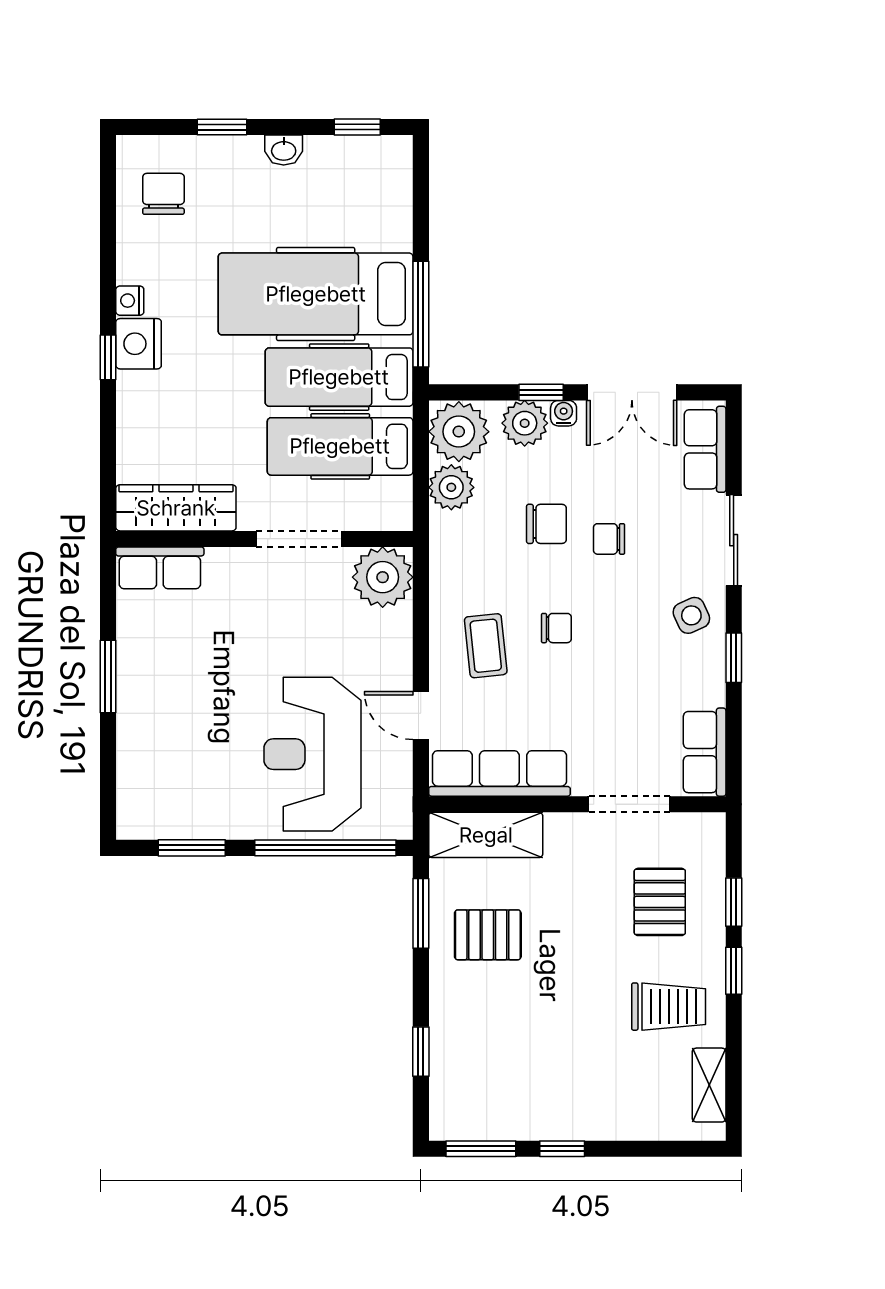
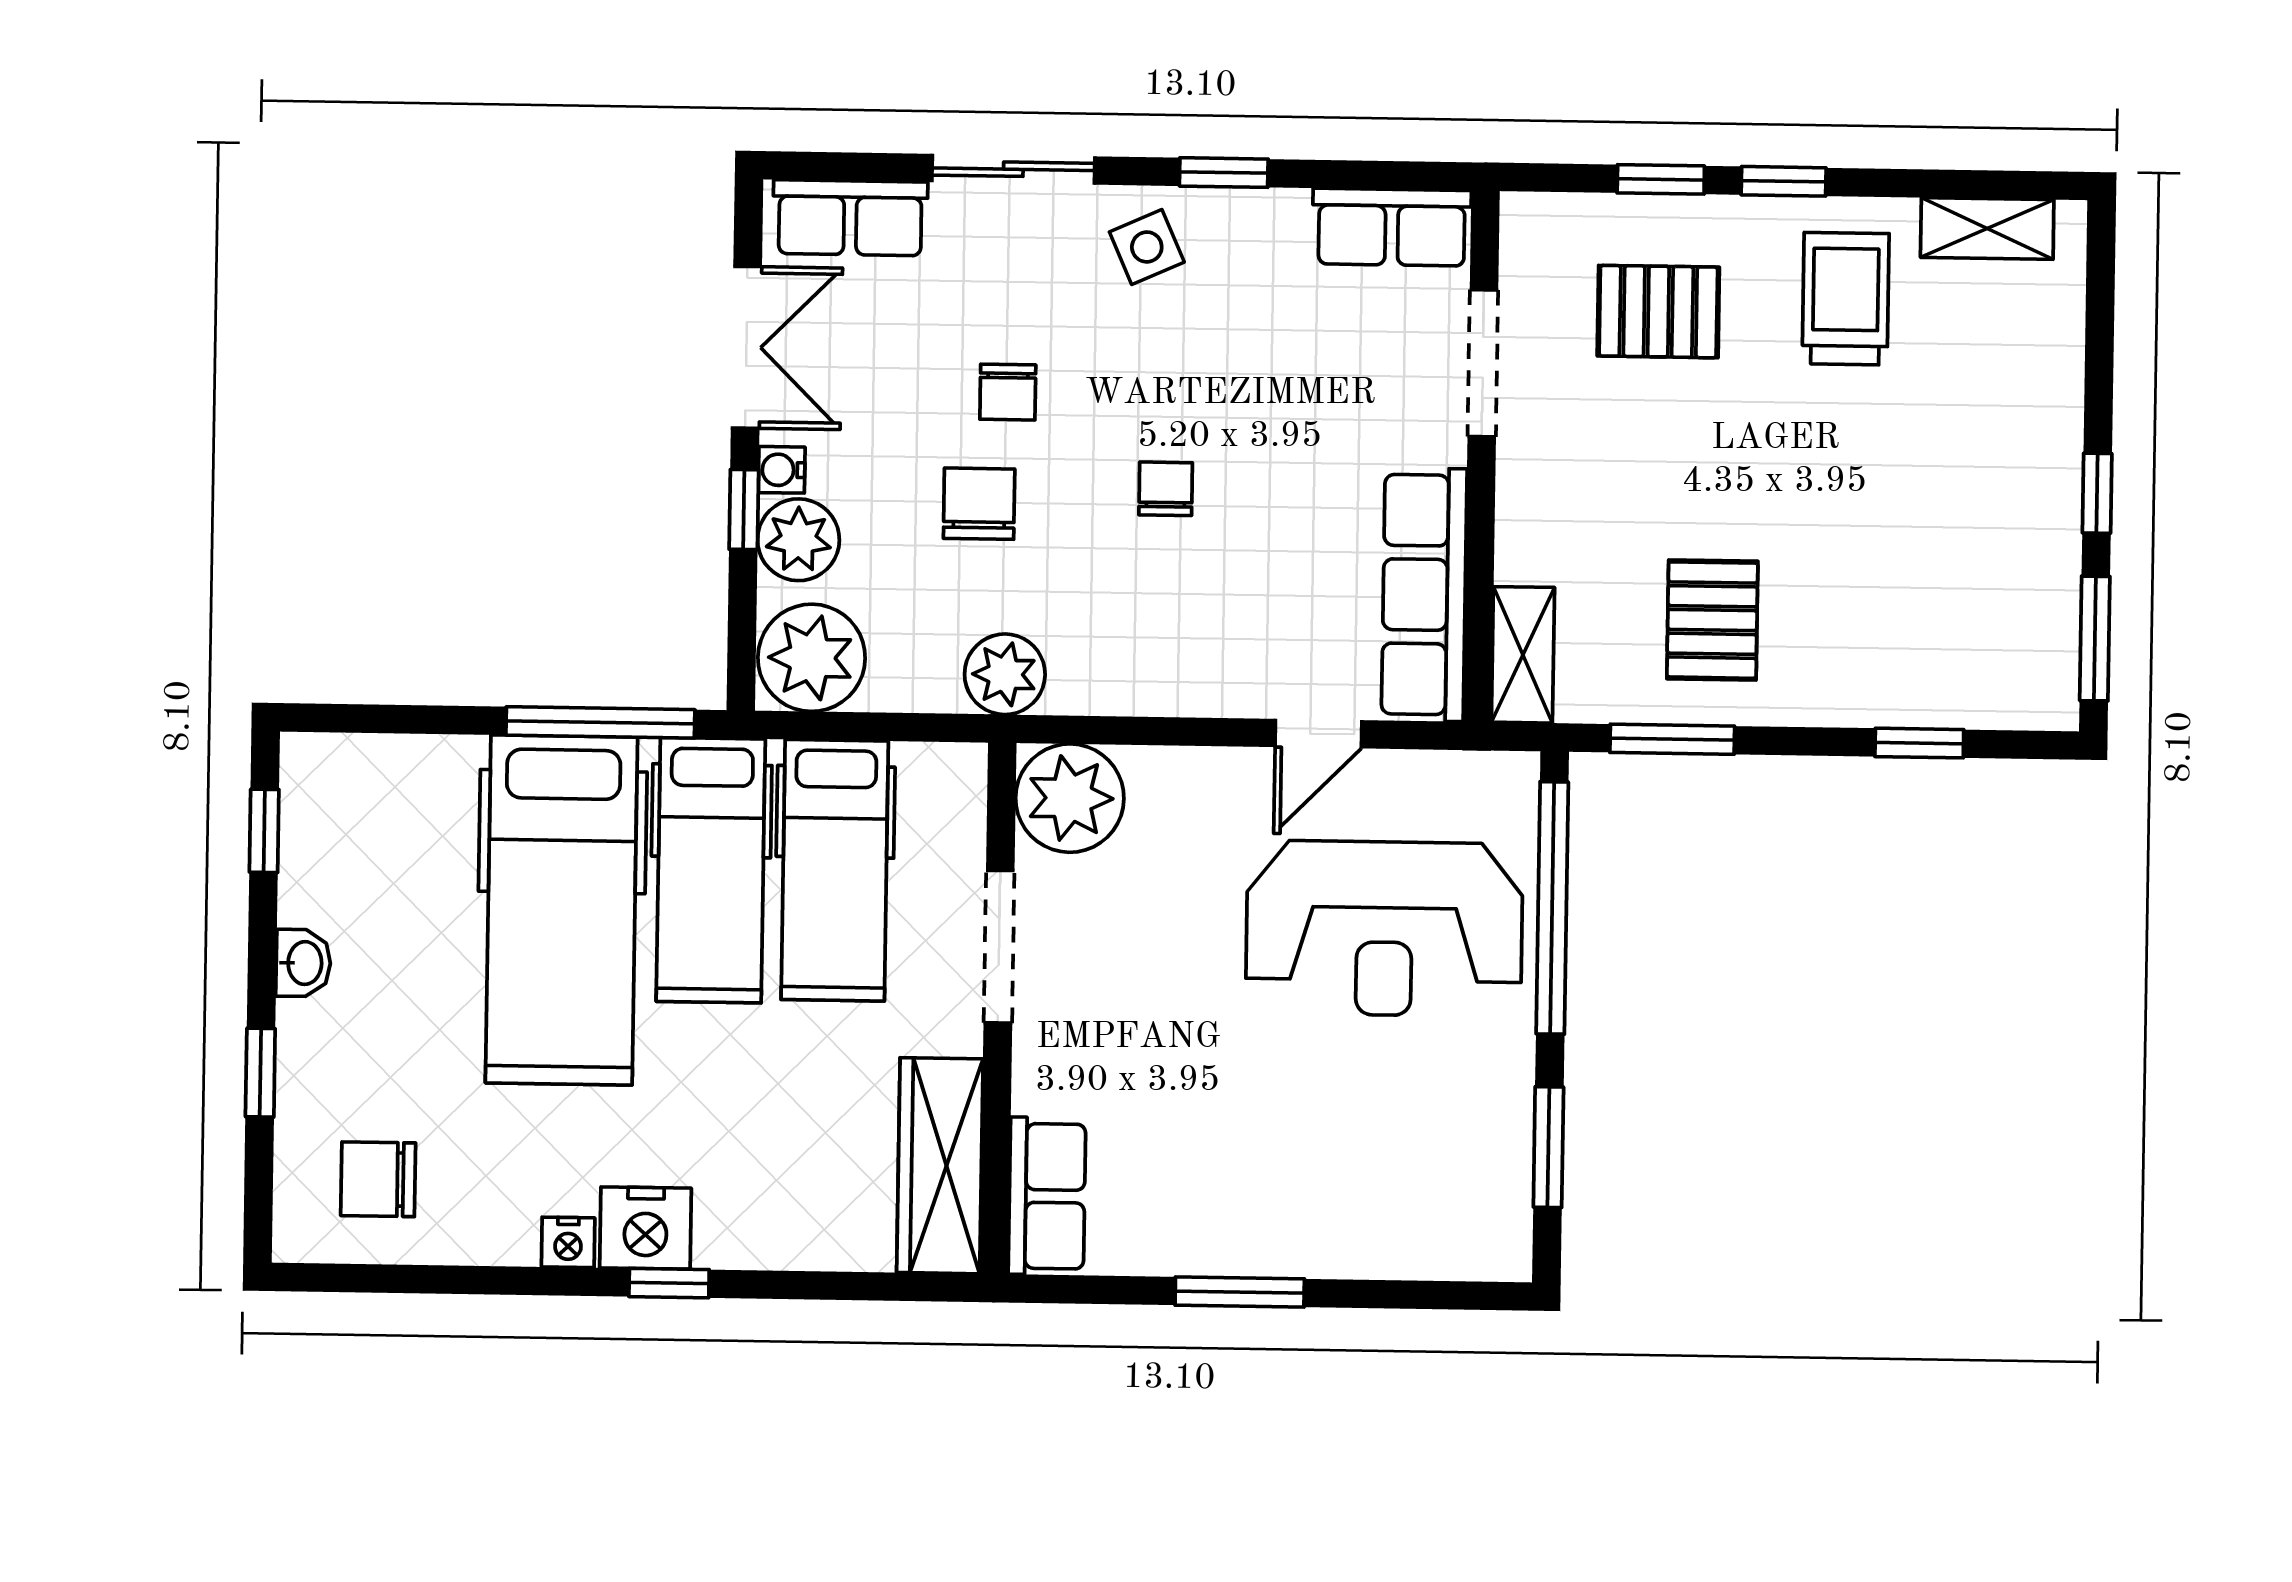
plant: (451, 487) -> (1005, 674), moved
coffee table: (486, 646) -> (1195, 616), removed
shelving: (486, 835) -> (1523, 655), width x0.67, depth x0.75

